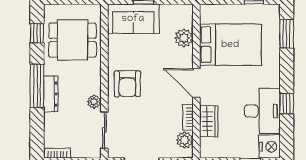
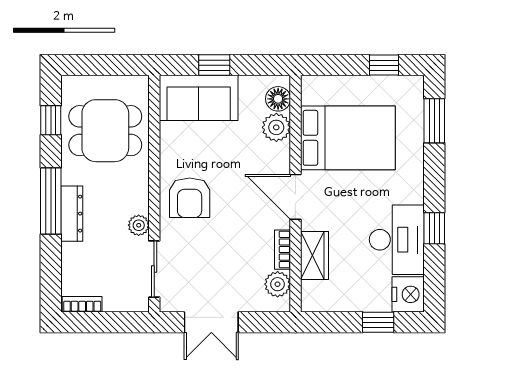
floor lamp: (185, 19) -> (278, 99), added

